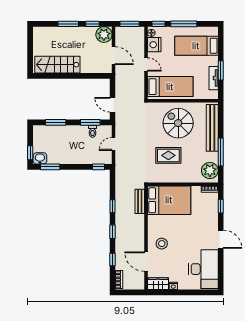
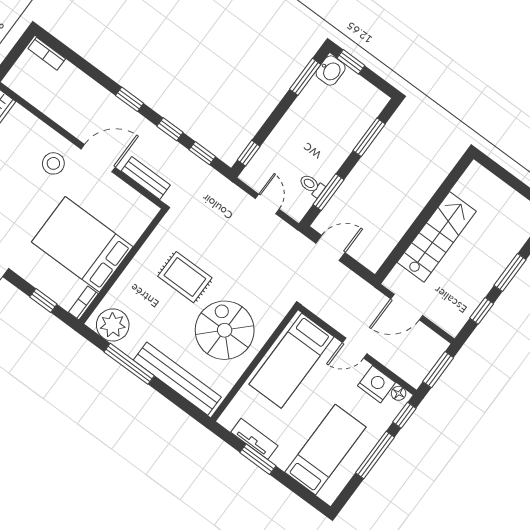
plant: (104, 35) -> (451, 317), removed
stairs: (57, 65) -> (437, 237), moved
spiral stairs: (178, 123) -> (225, 330), turned -90
rug: (168, 155) -> (185, 277), turned 90
bed: (169, 200) -> (82, 244), moved, turned 90
window: (112, 259) -> (202, 153), moved
door: (146, 262) -> (98, 158), moved

